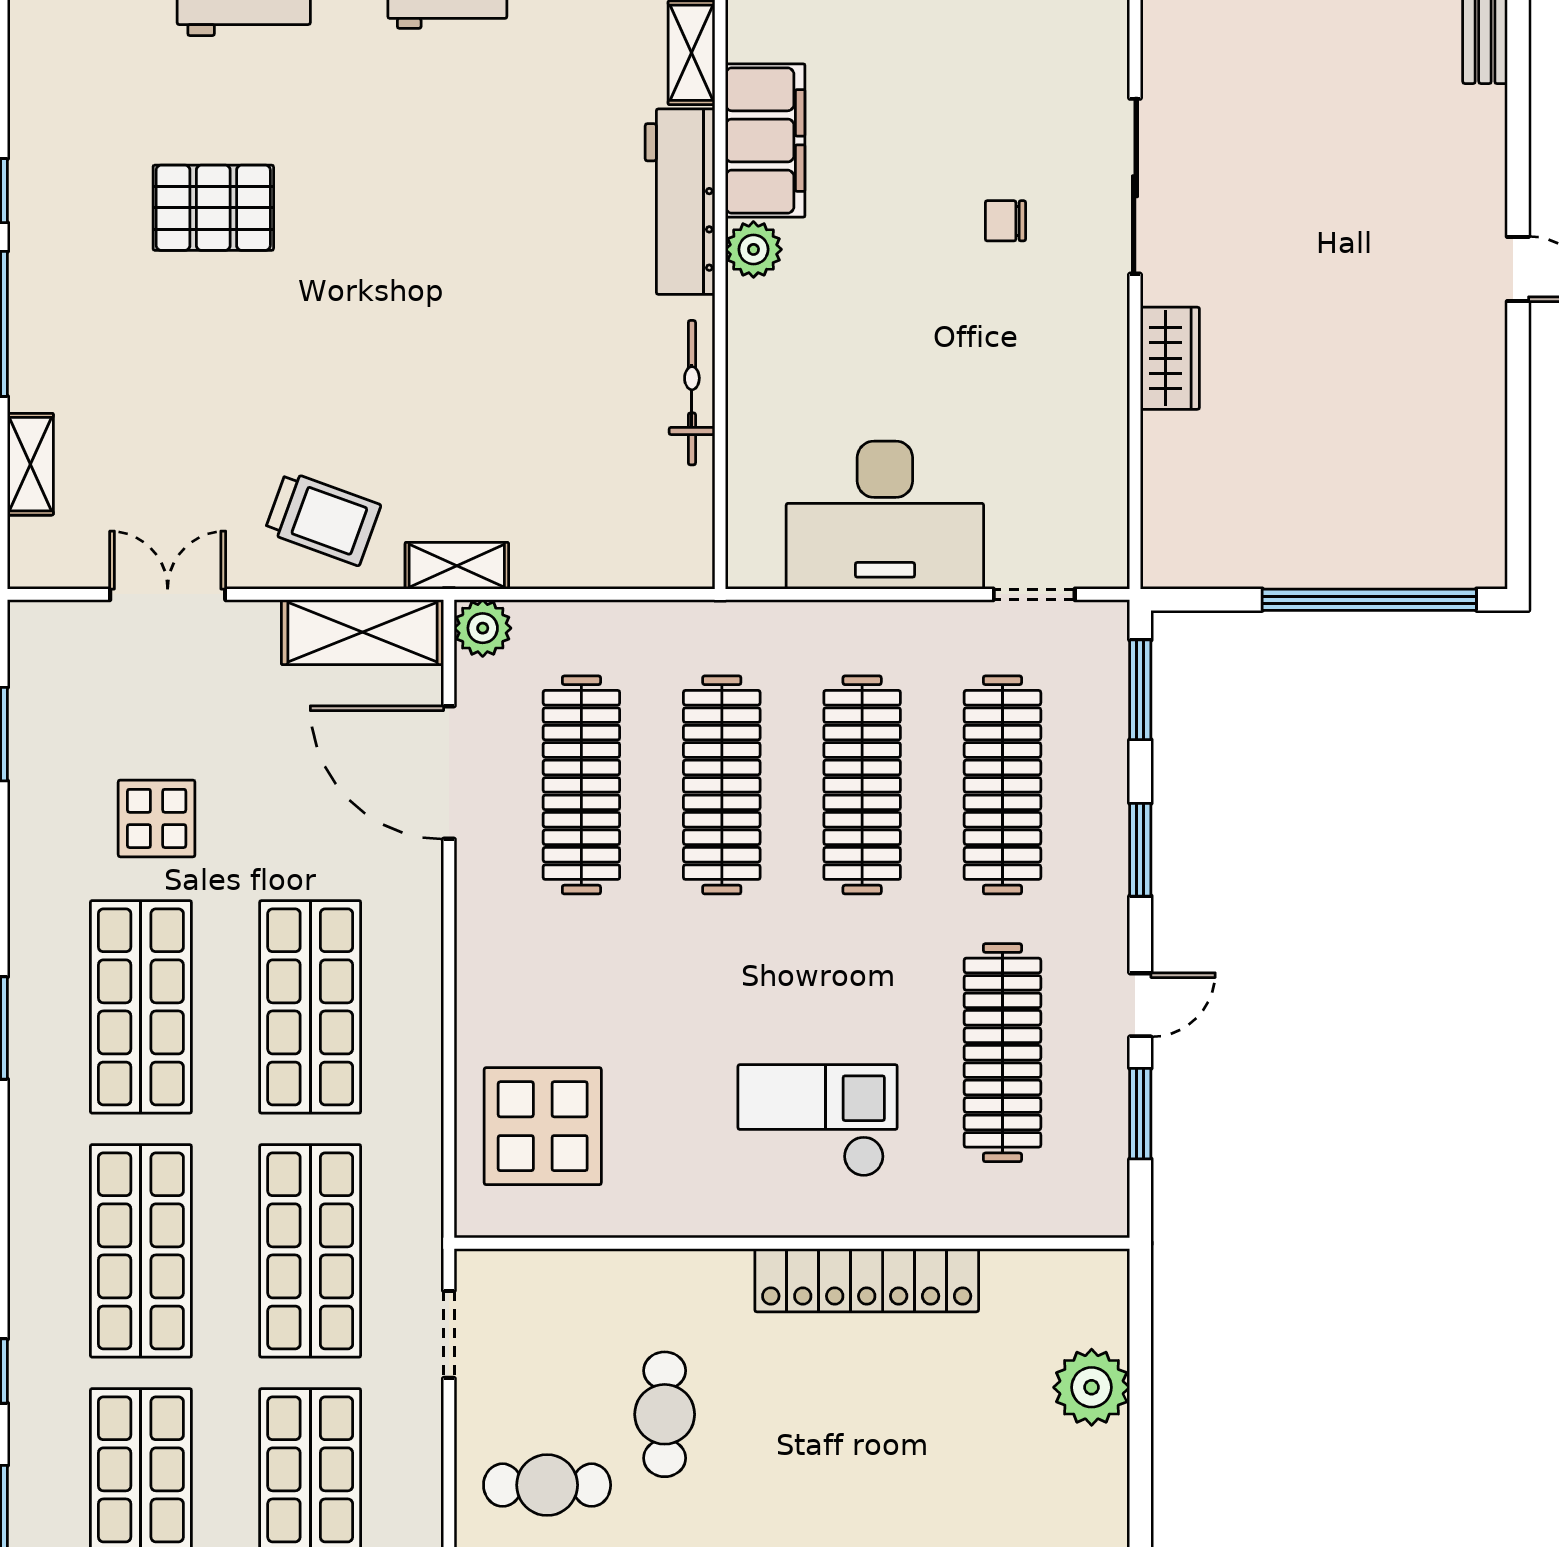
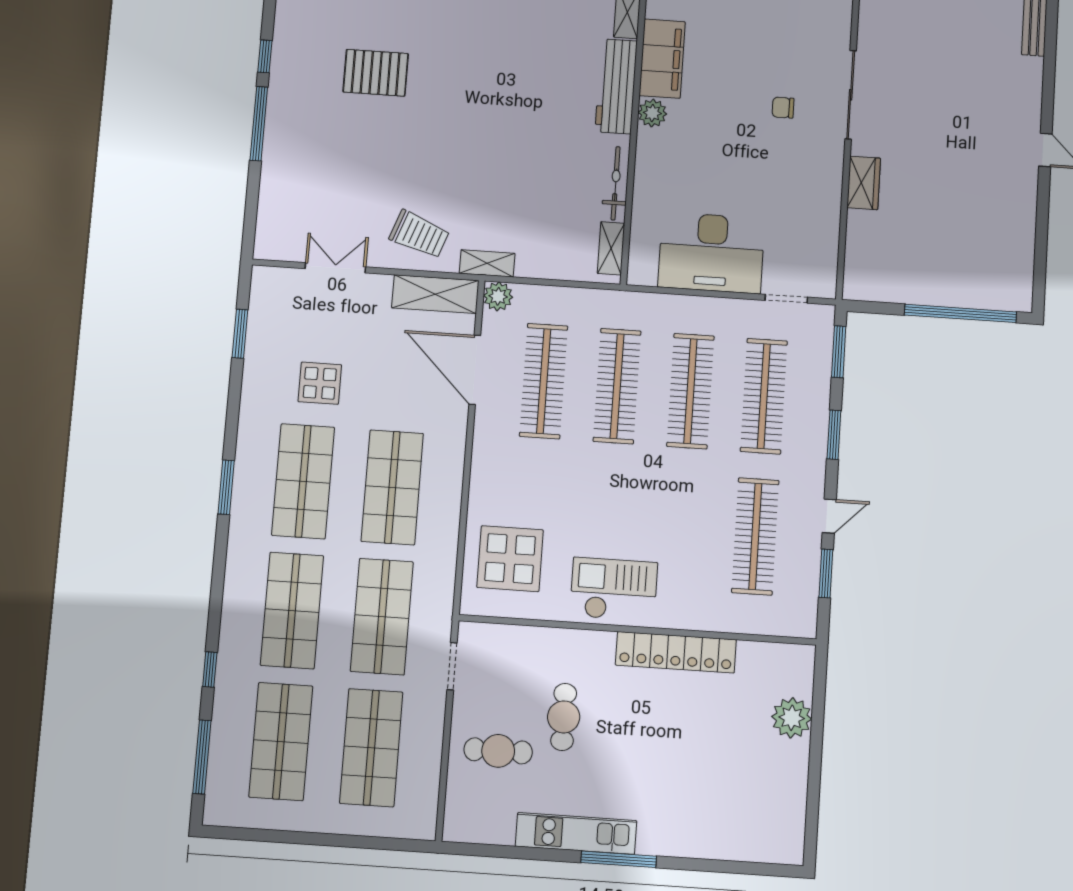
shelving: (30, 464) -> (611, 248), moved
checkout: (818, 1121) -> (614, 589), moved

